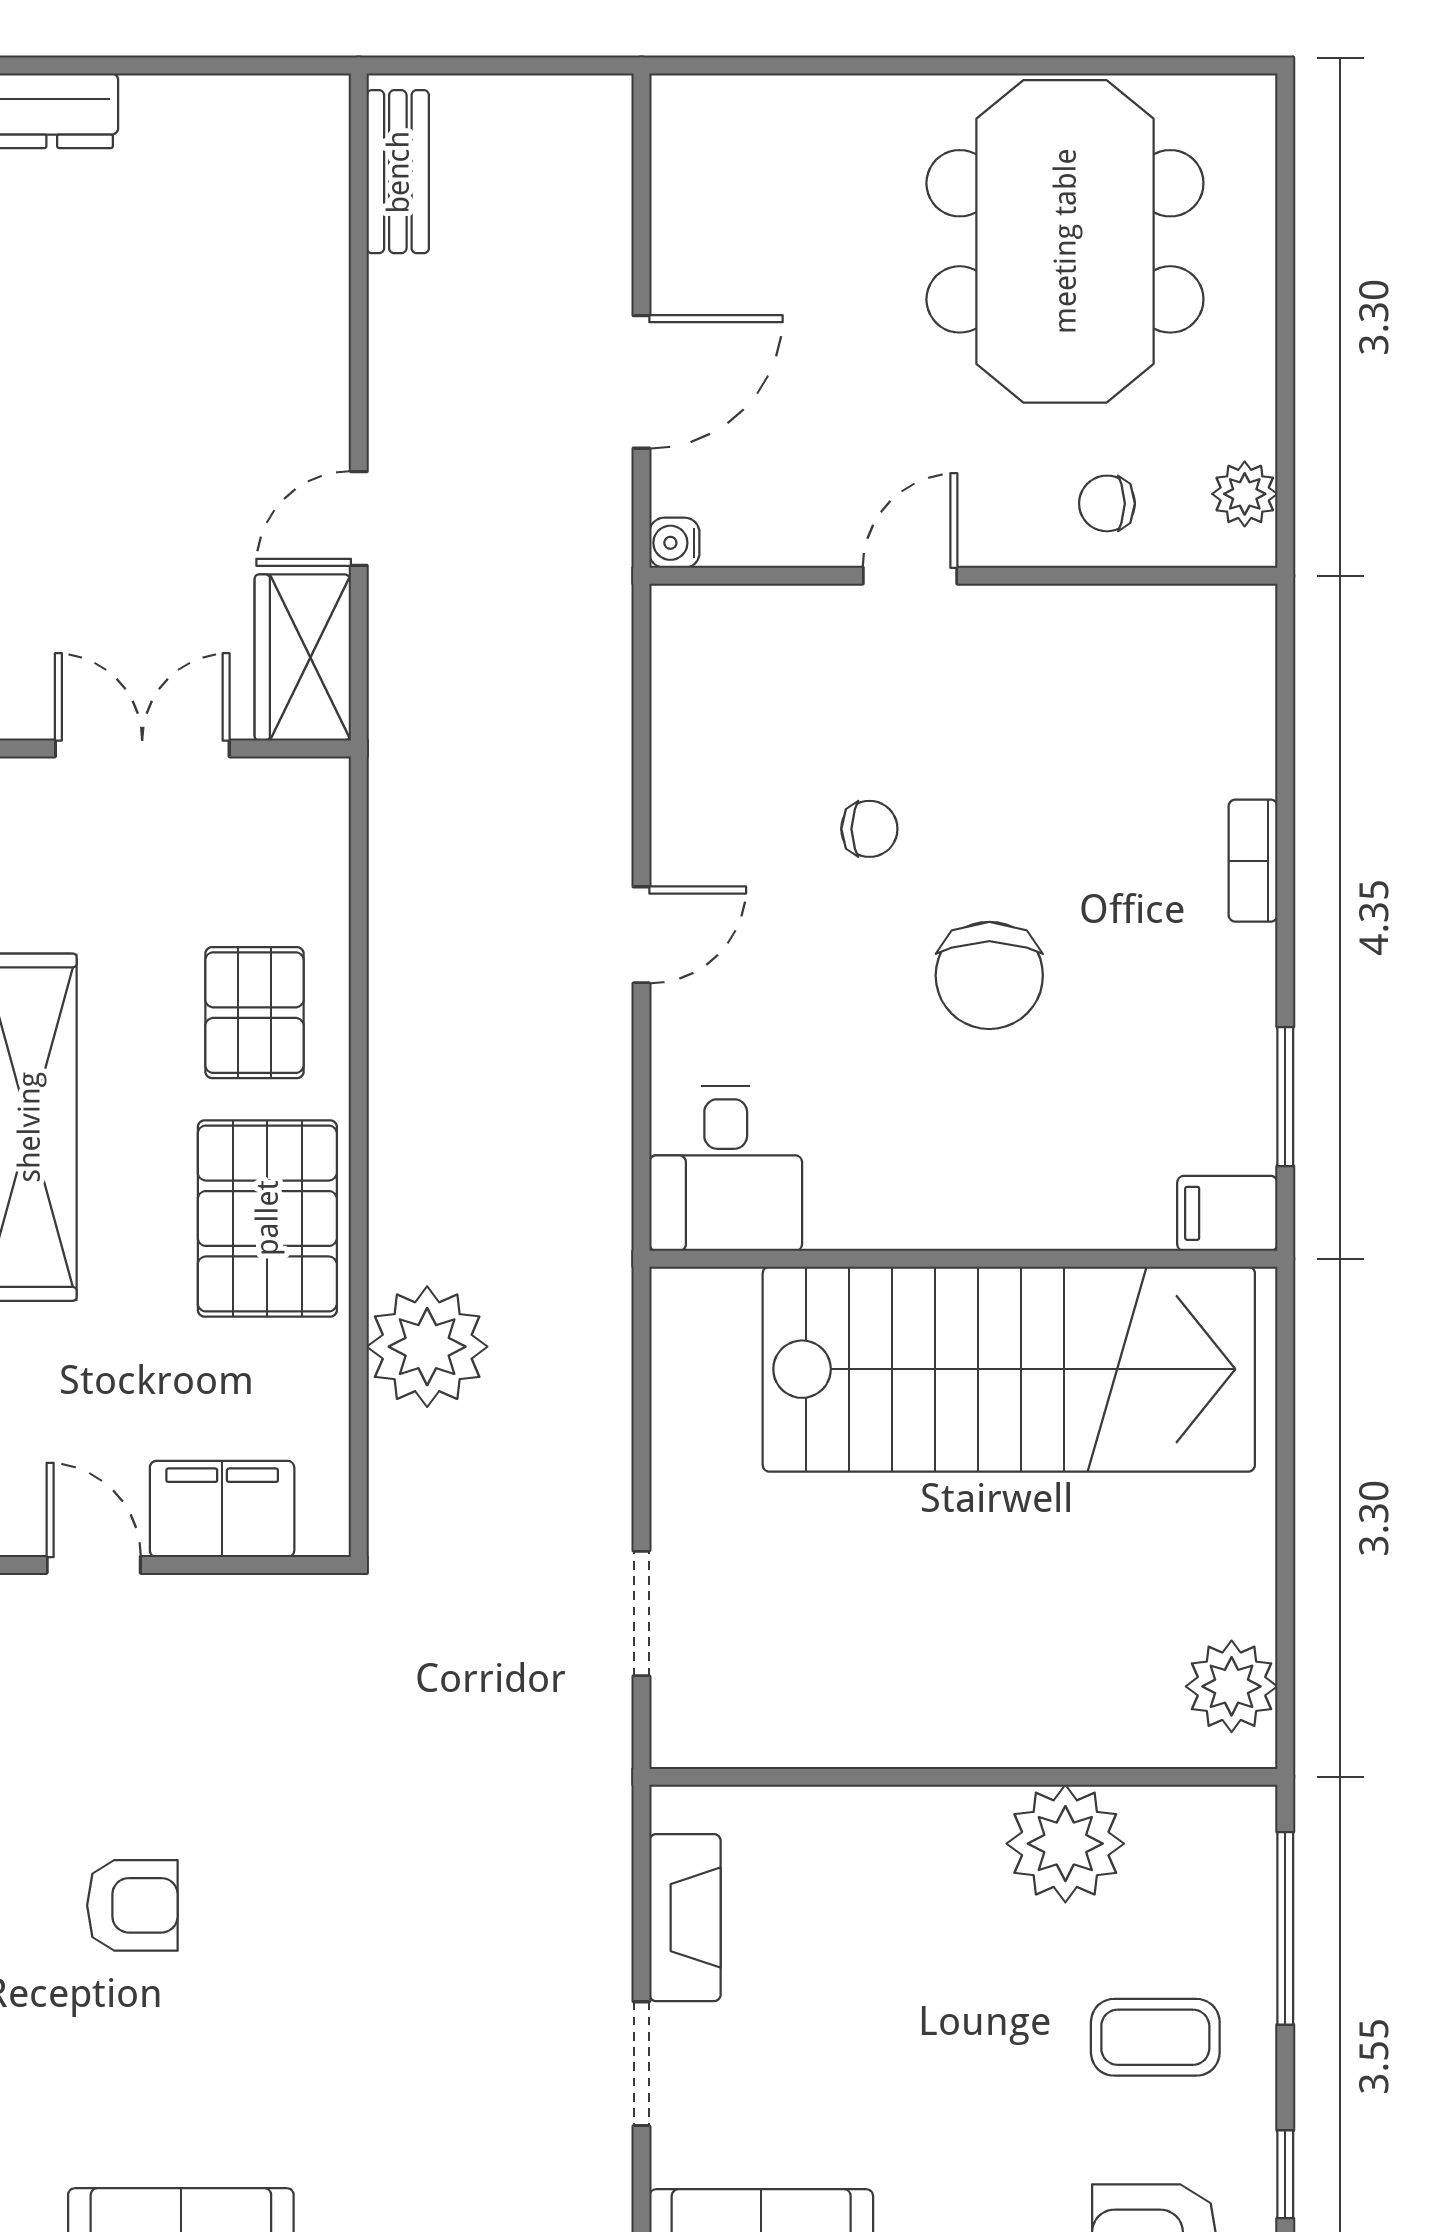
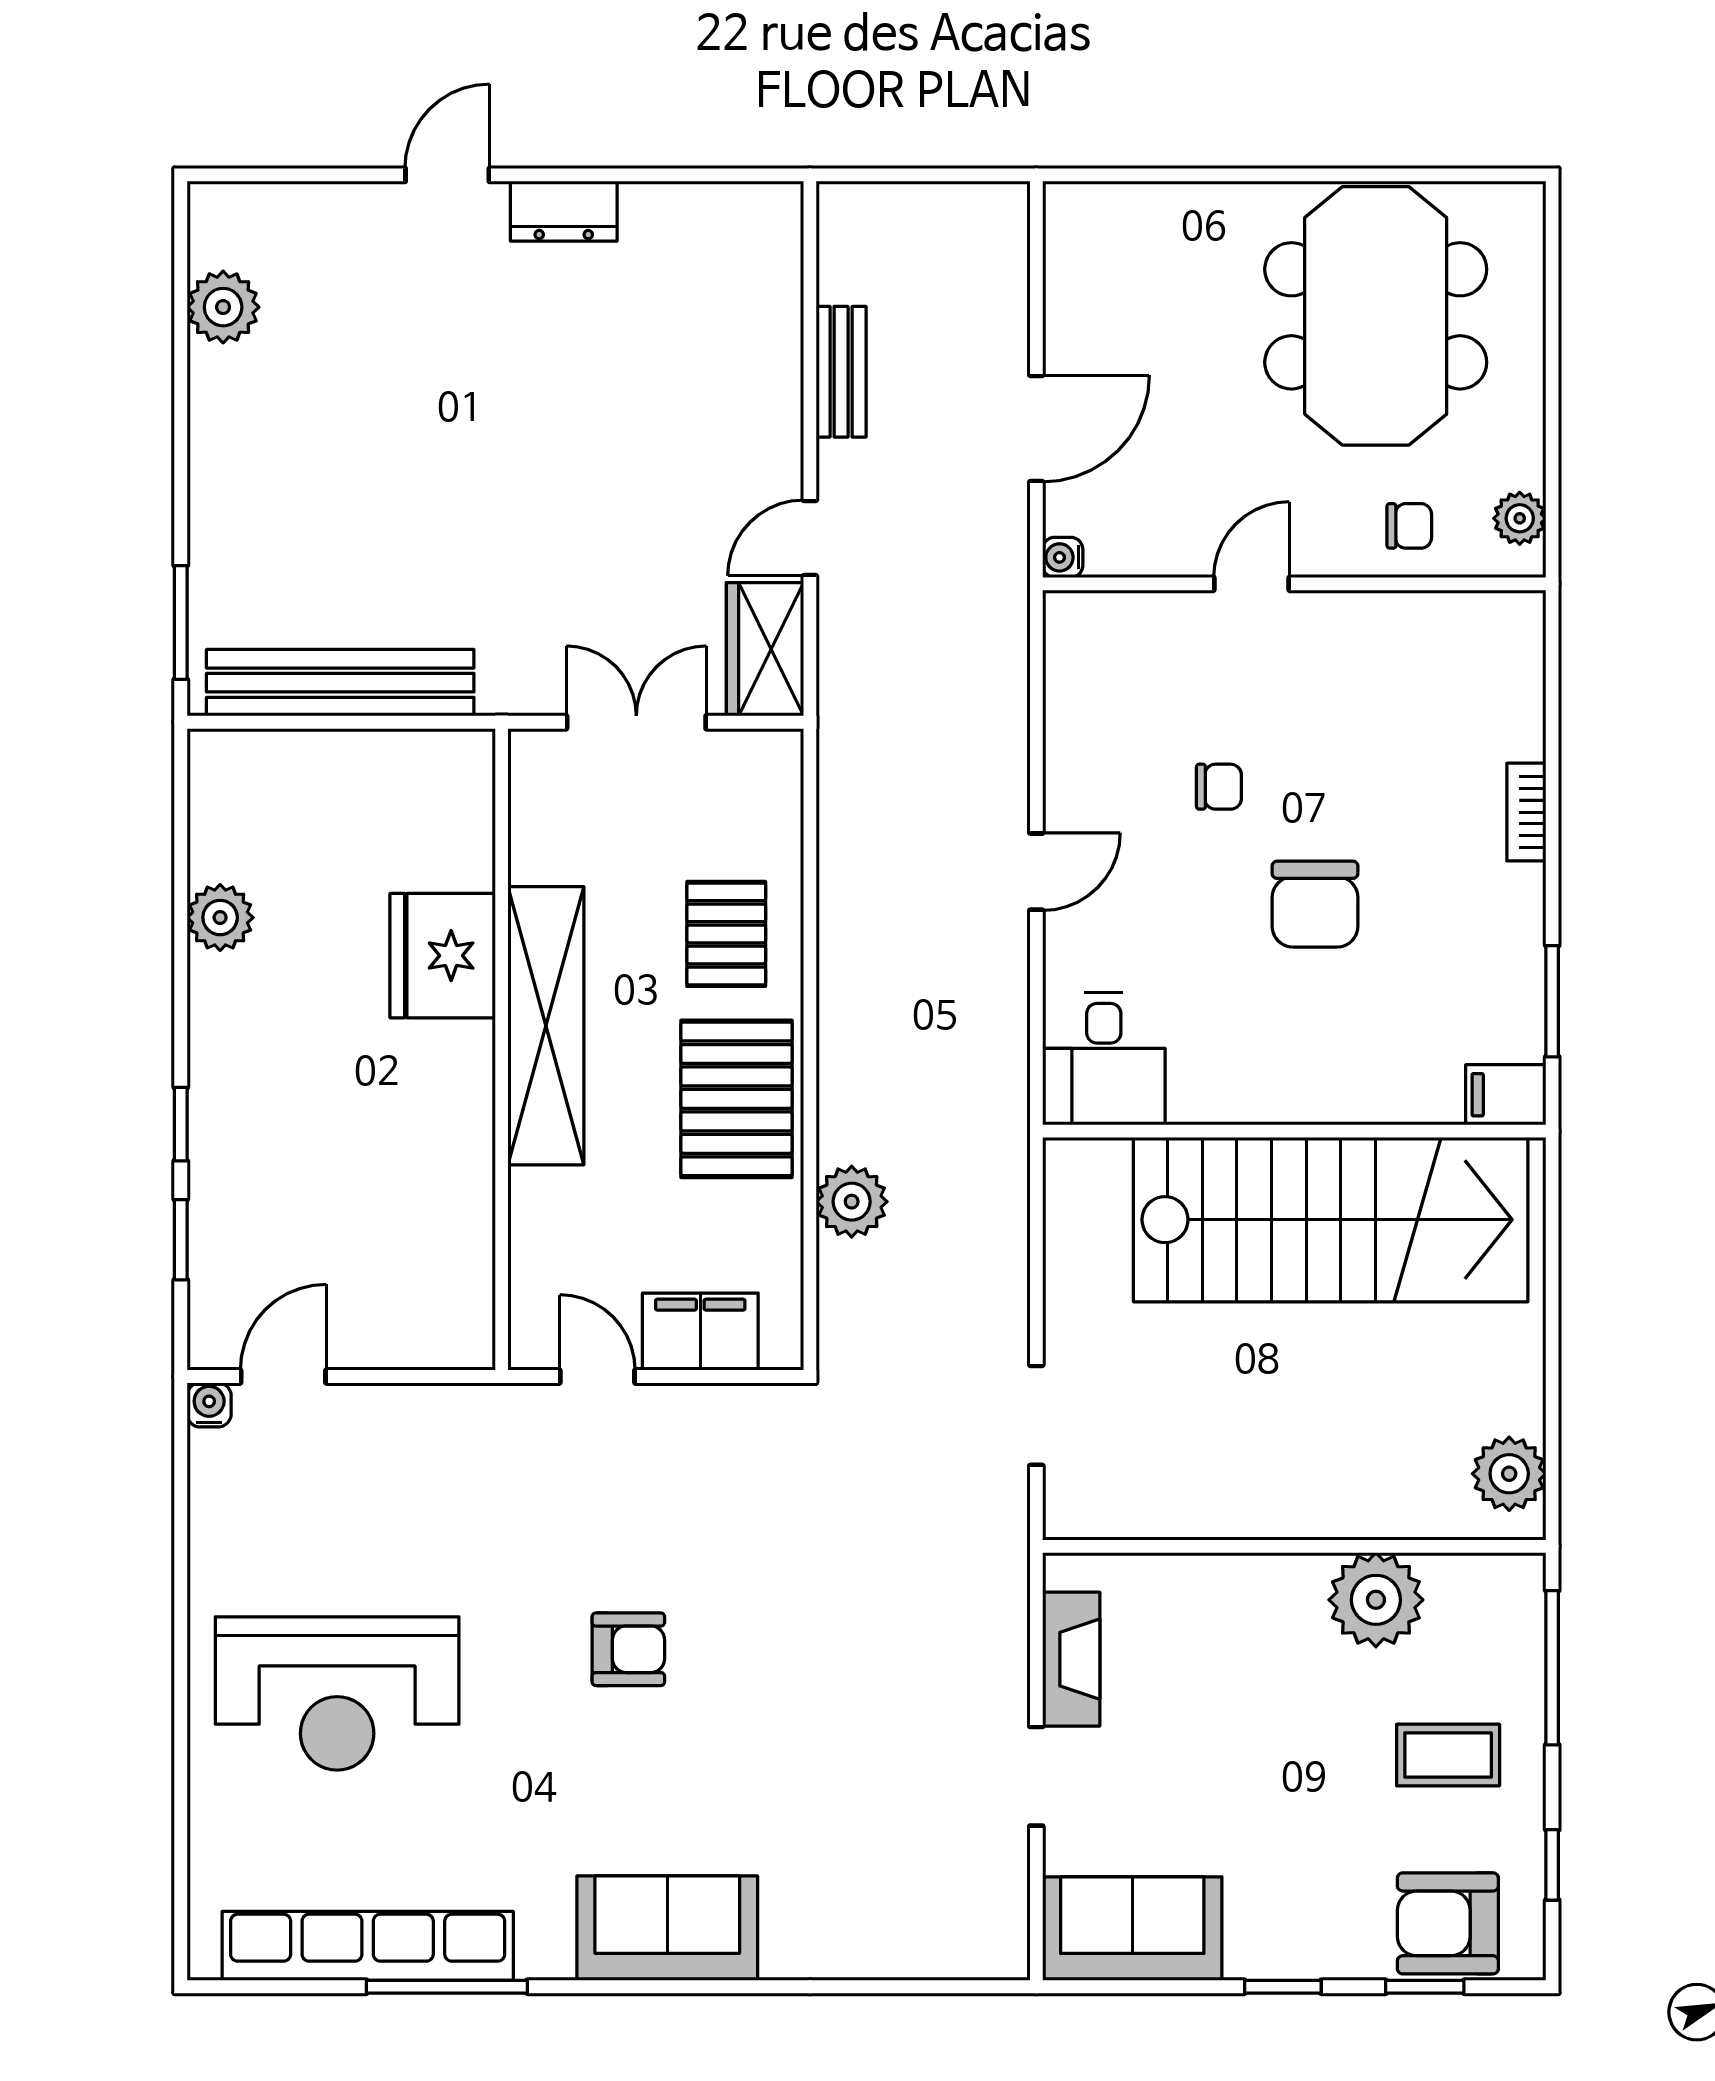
bench: (398, 172) -> (841, 372), moved
chair: (1107, 503) -> (1409, 526), turned 180
plant: (427, 1347) -> (852, 1202), width x0.73, depth x0.73

